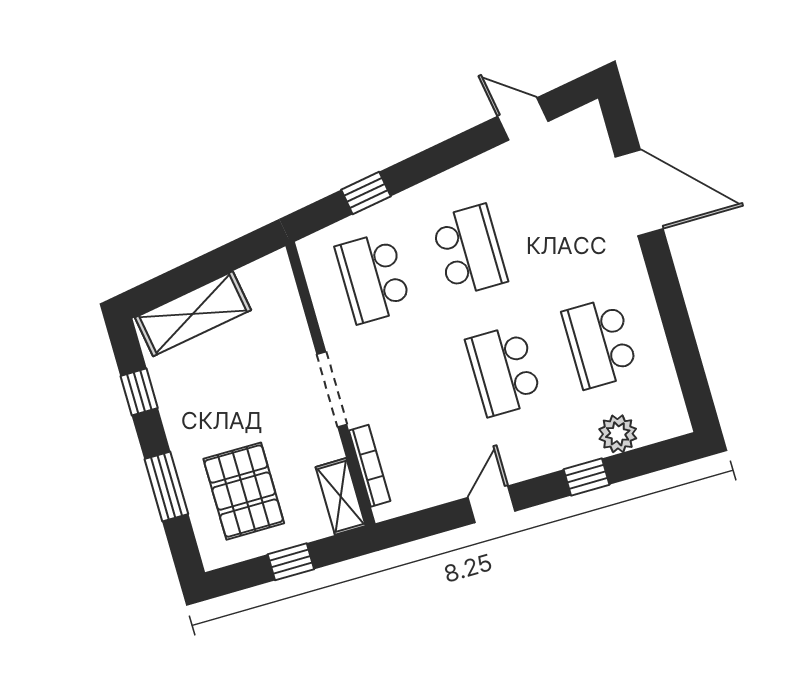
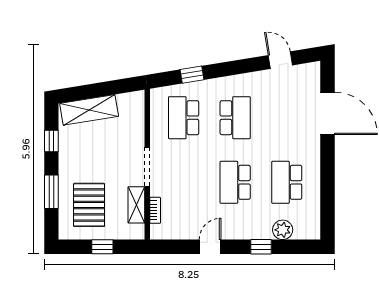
bookcase: (370, 466) -> (155, 210), width x0.64
shelving: (341, 496) -> (136, 205), moved

